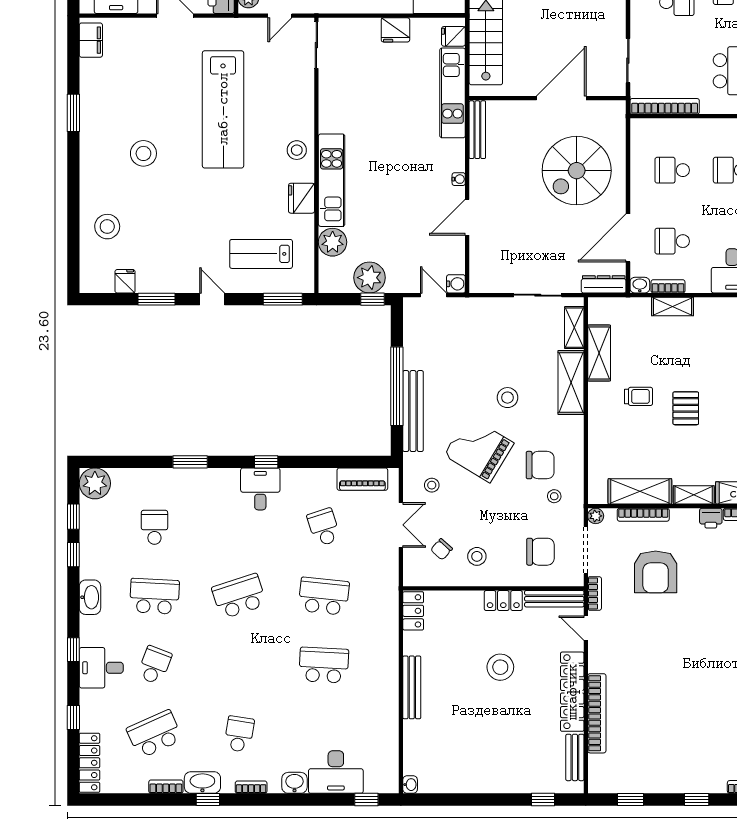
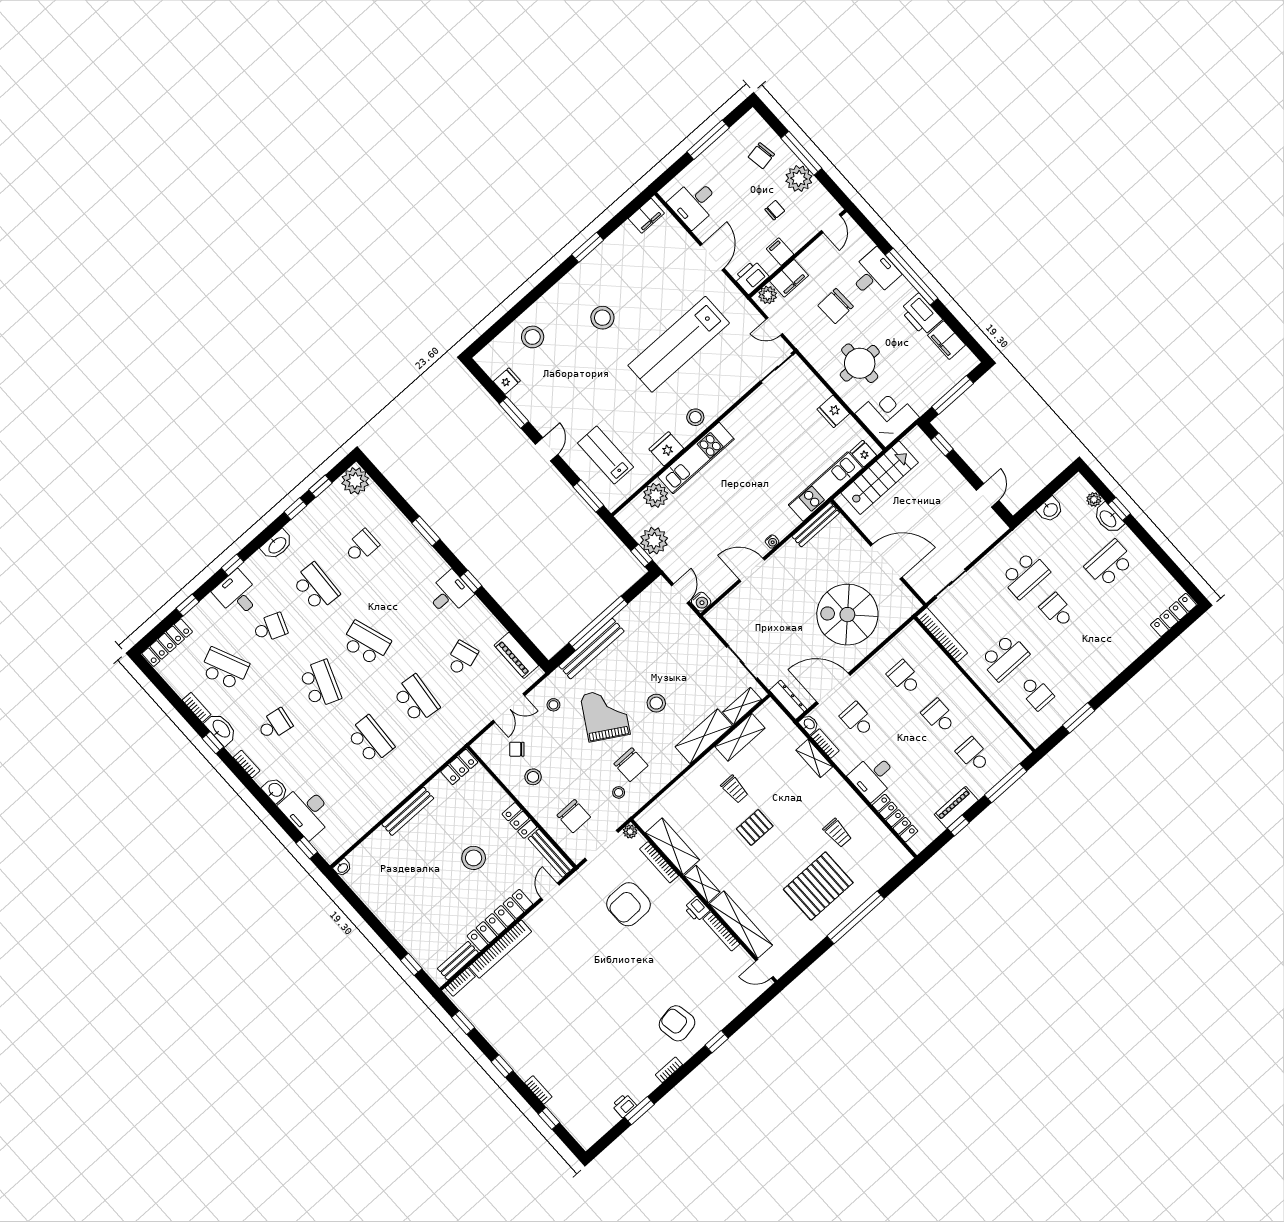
bookcase: (595, 593) -> (460, 982), moved
school desk: (239, 665) -> (320, 684), added

